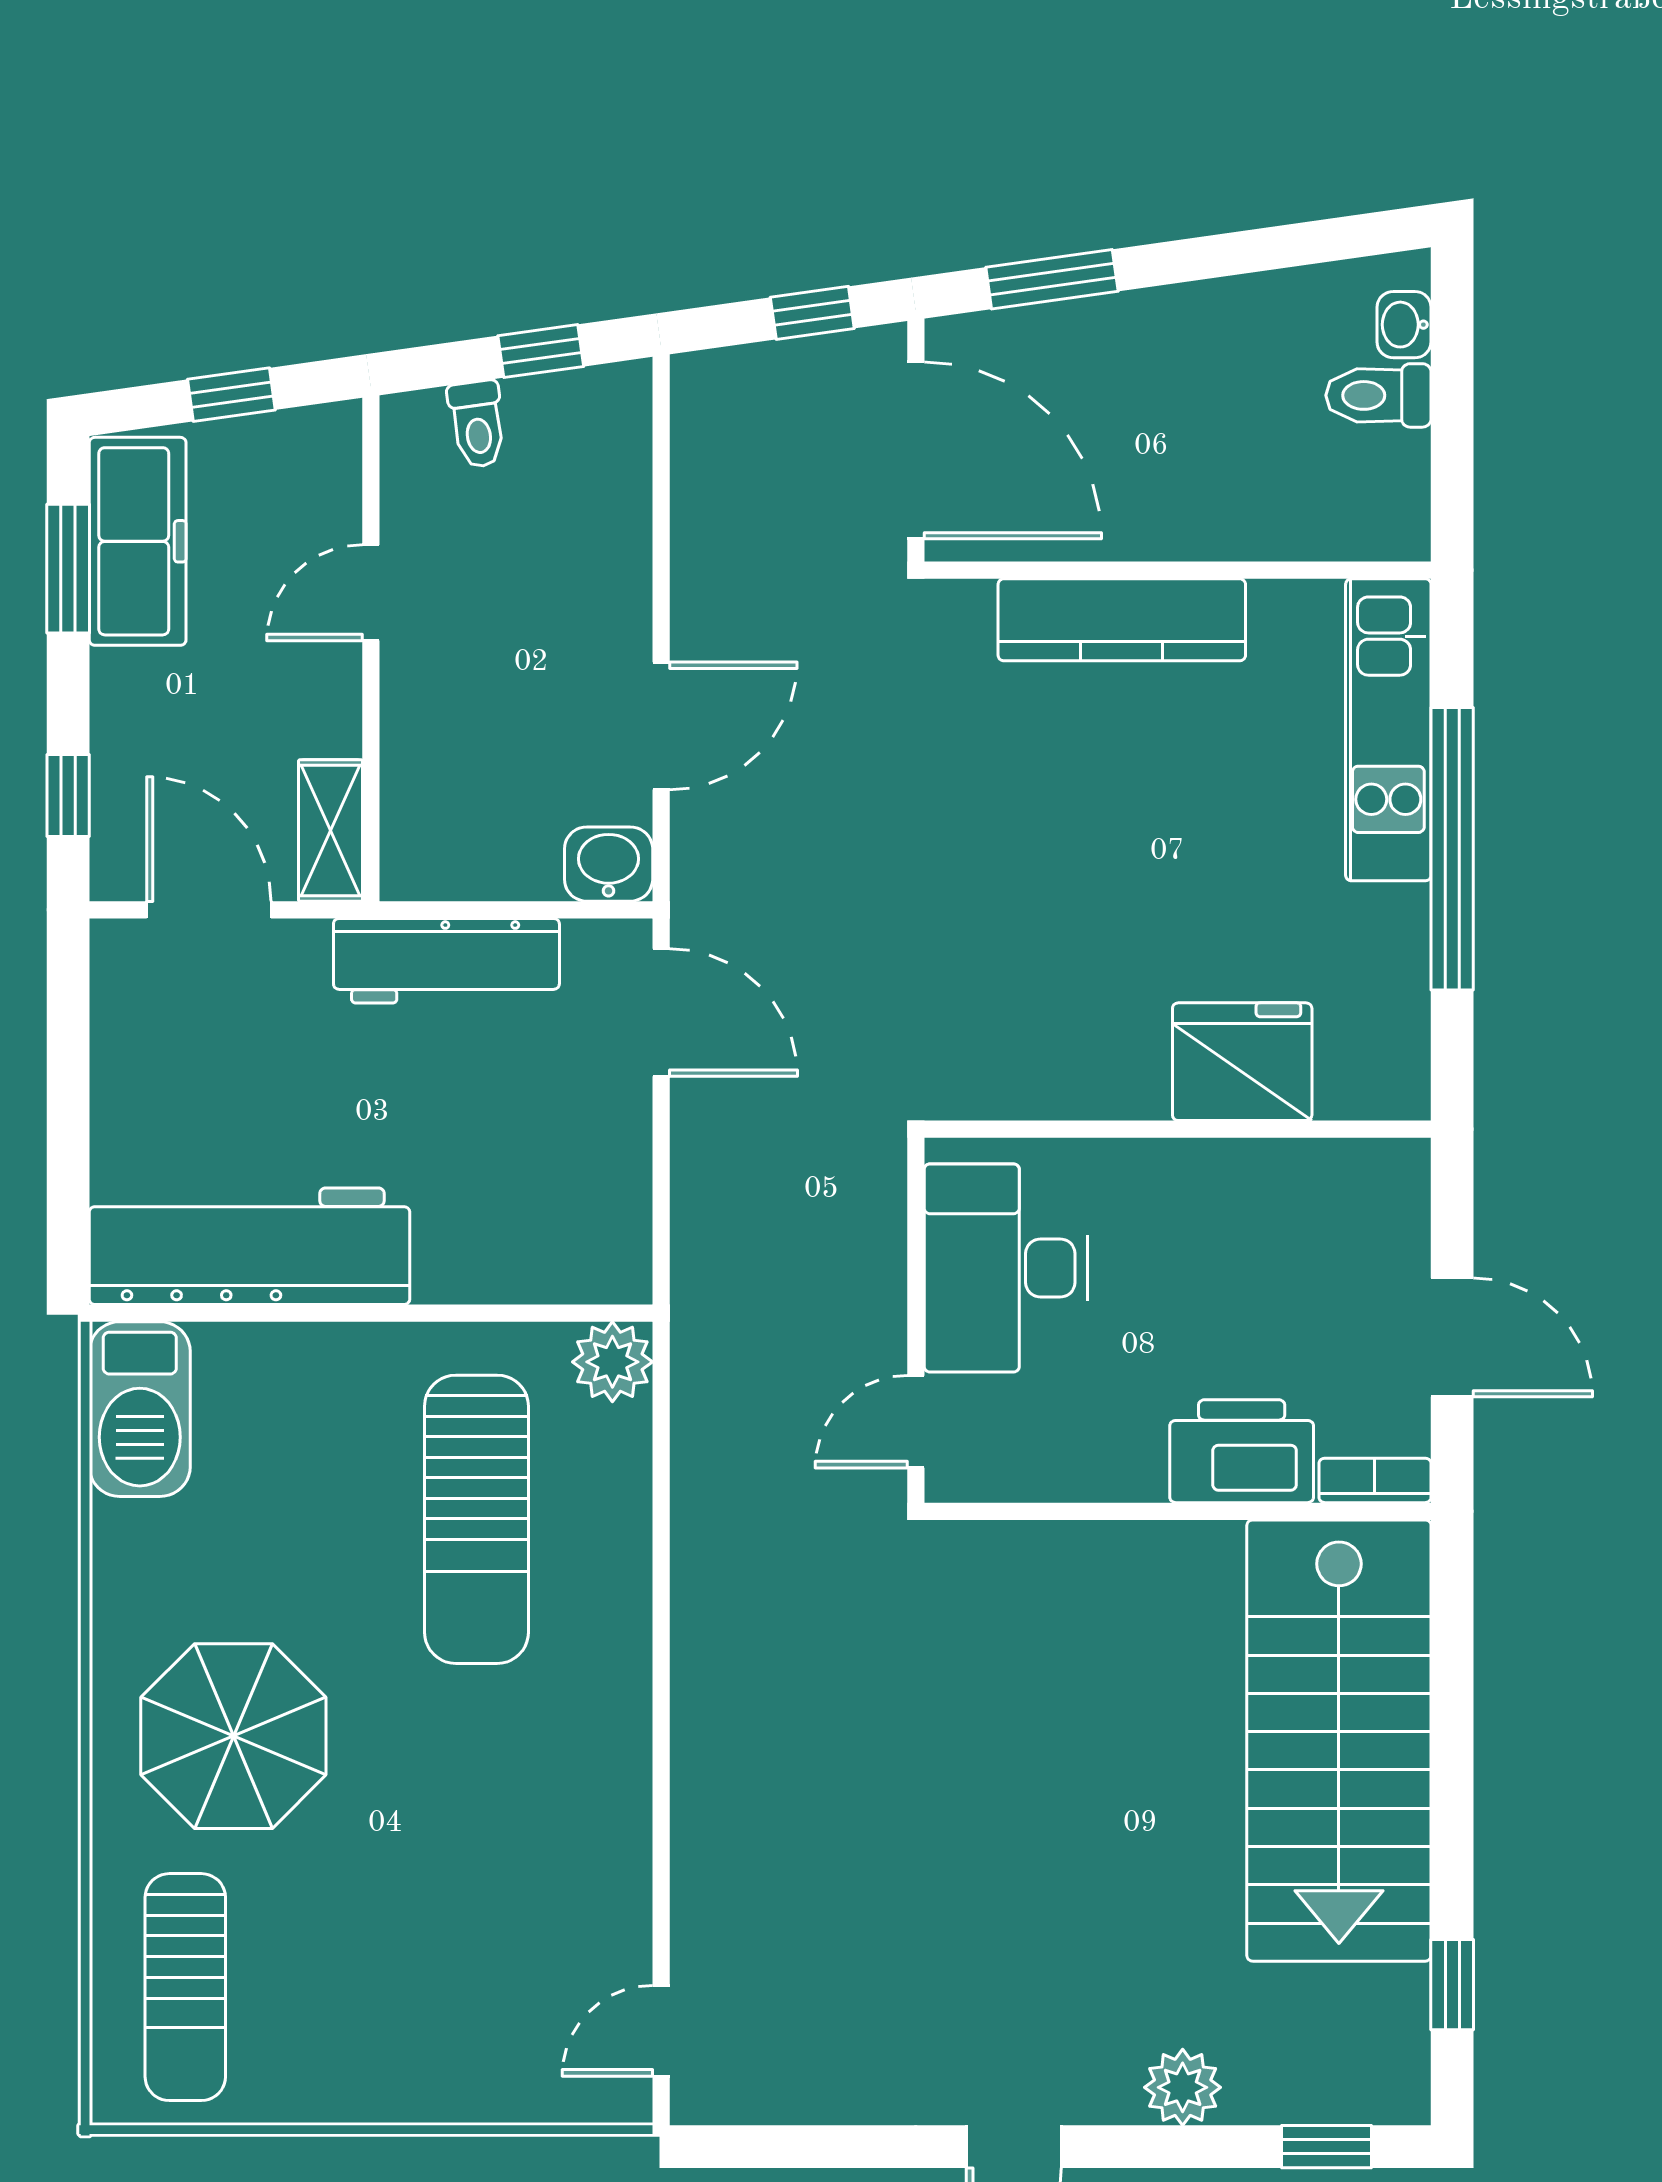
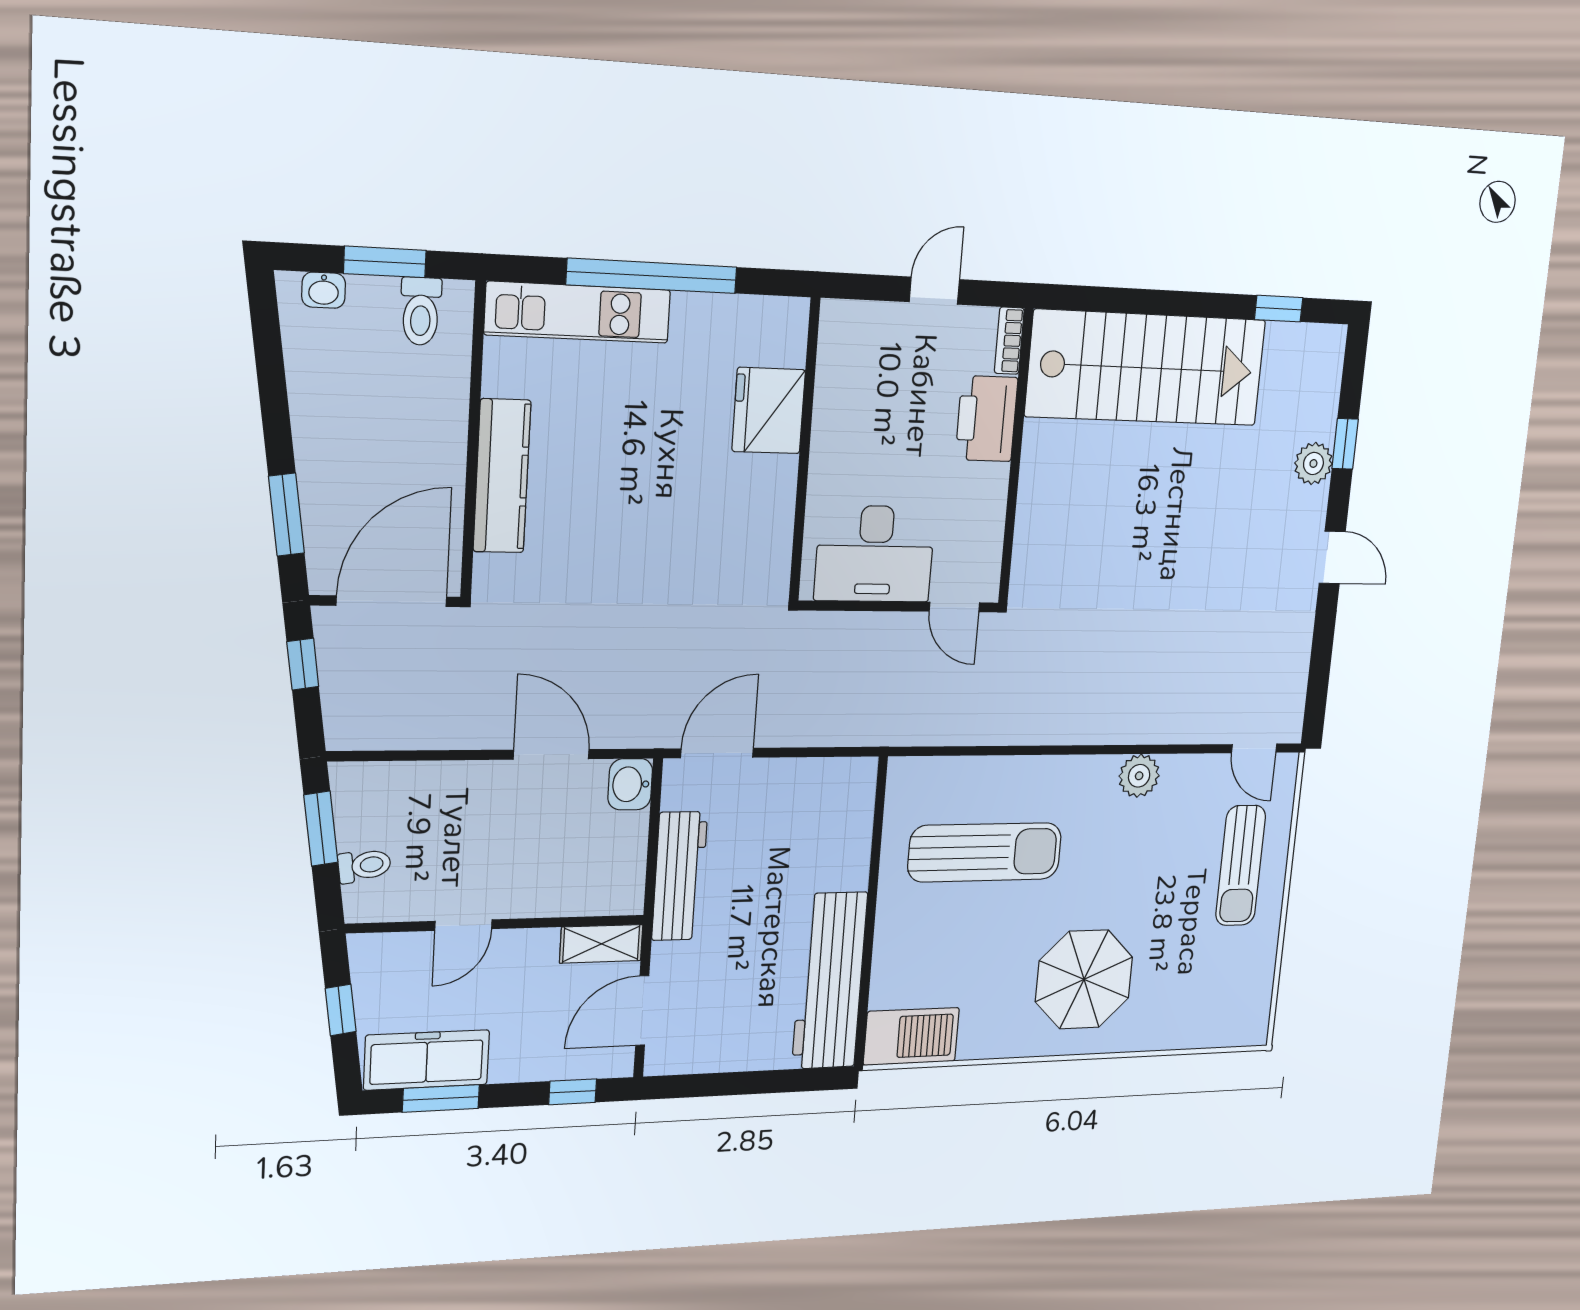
window: (541, 351) -> (321, 829), width x1.50
toilet: (1378, 395) -> (421, 311), moved
window: (1452, 418) -> (385, 262), added
door: (371, 593) -> (464, 925), hinge flipped
door: (1452, 1337) -> (934, 291), width x0.73
plant: (612, 1362) -> (1139, 776), moved
sun lounger: (185, 1987) -> (1241, 866), moved, turned 90
window: (1326, 2147) -> (1345, 444), moved

